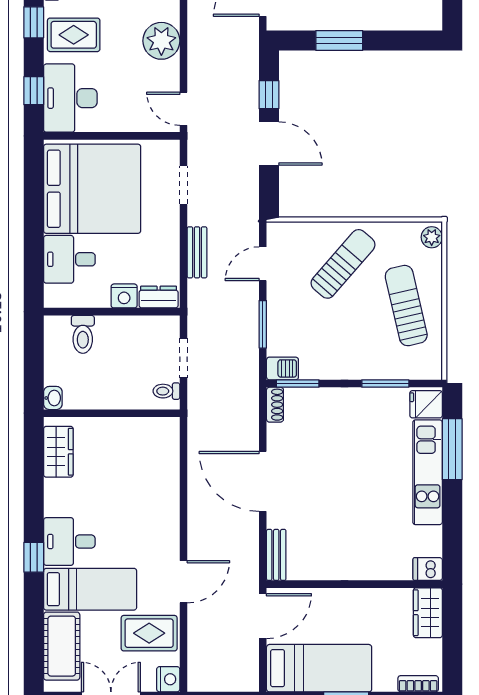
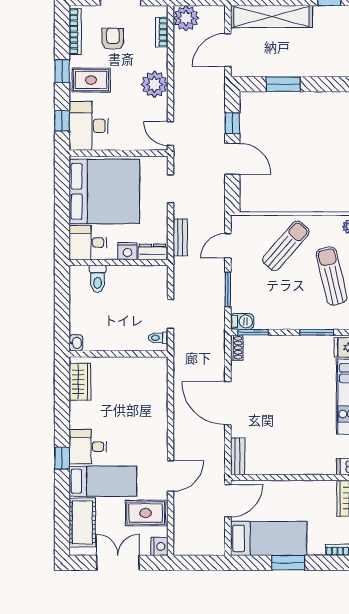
nightstand: (124, 296) -> (127, 251), moved
dresser: (159, 297) -> (152, 252), moved
wall: (112, 312) -> (119, 262), moved
toilet: (83, 334) -> (98, 279), moved

